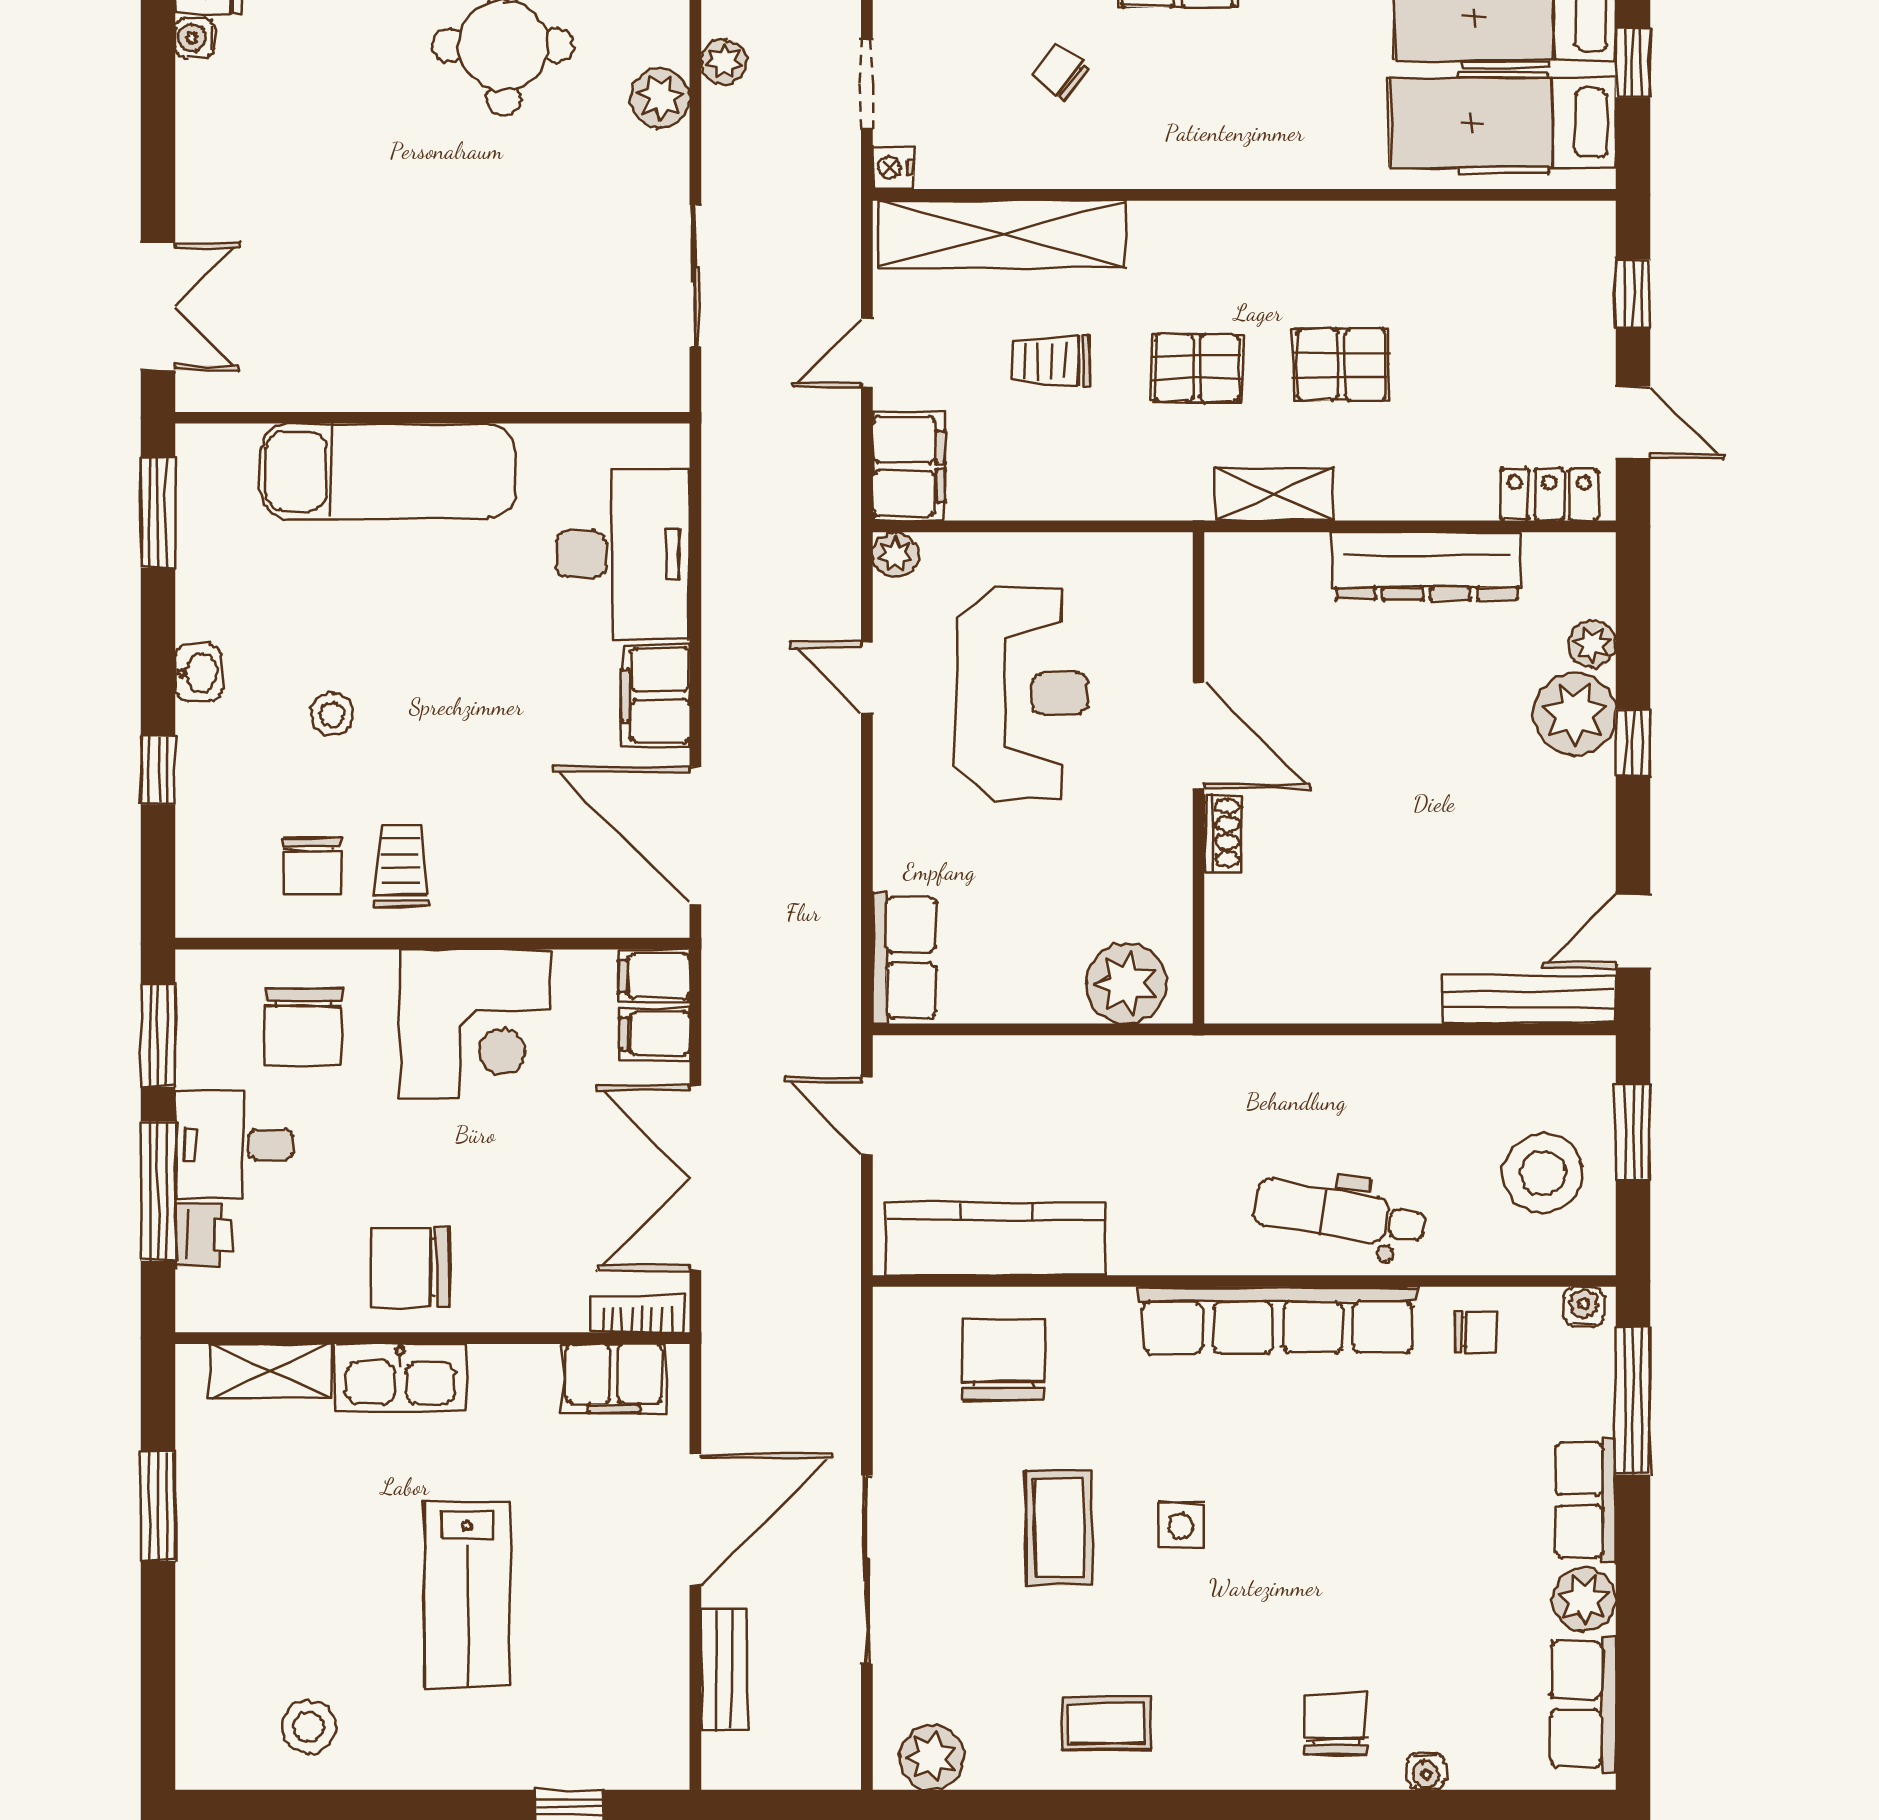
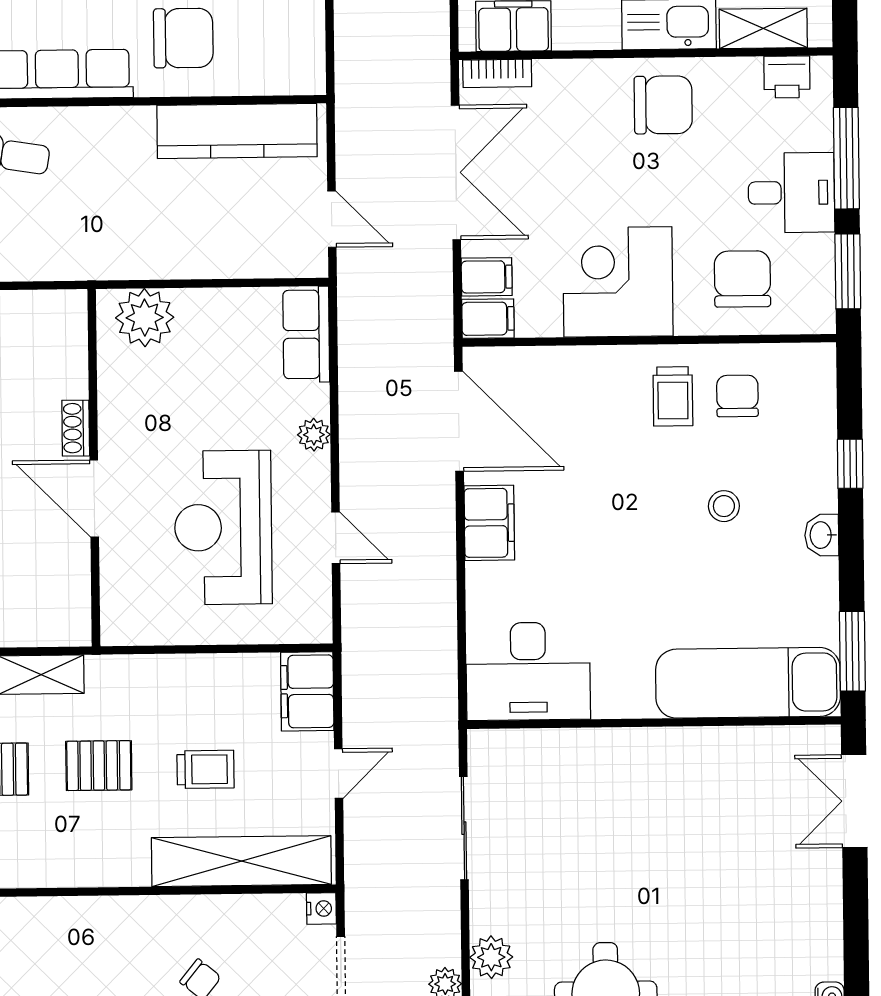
exam couch: (388, 471) -> (748, 683), moved
desk: (623, 554) -> (528, 671), moved, turned -90
plant: (895, 555) -> (314, 435), moved
printer: (204, 1235) -> (787, 77), moved, turned -90
chair: (1003, 1360) -> (183, 38), moved, turned -90

